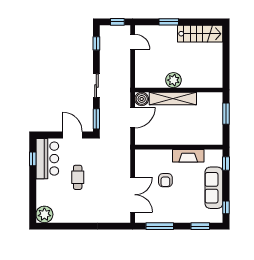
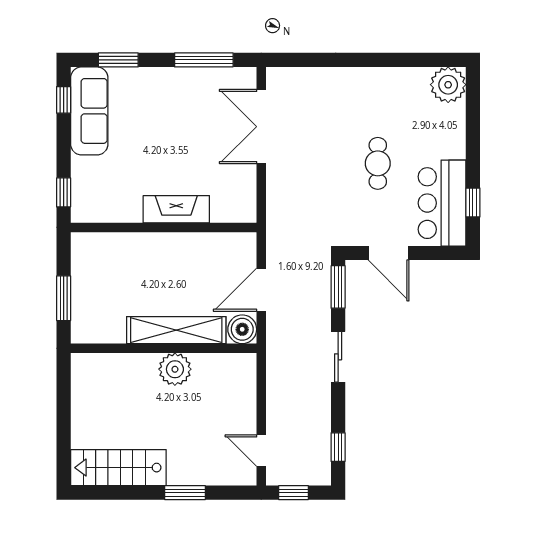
fireplace: (188, 156) -> (176, 209), moved
armchair: (165, 180) -> (192, 157), removed
sofa: (214, 188) -> (89, 111), moved

